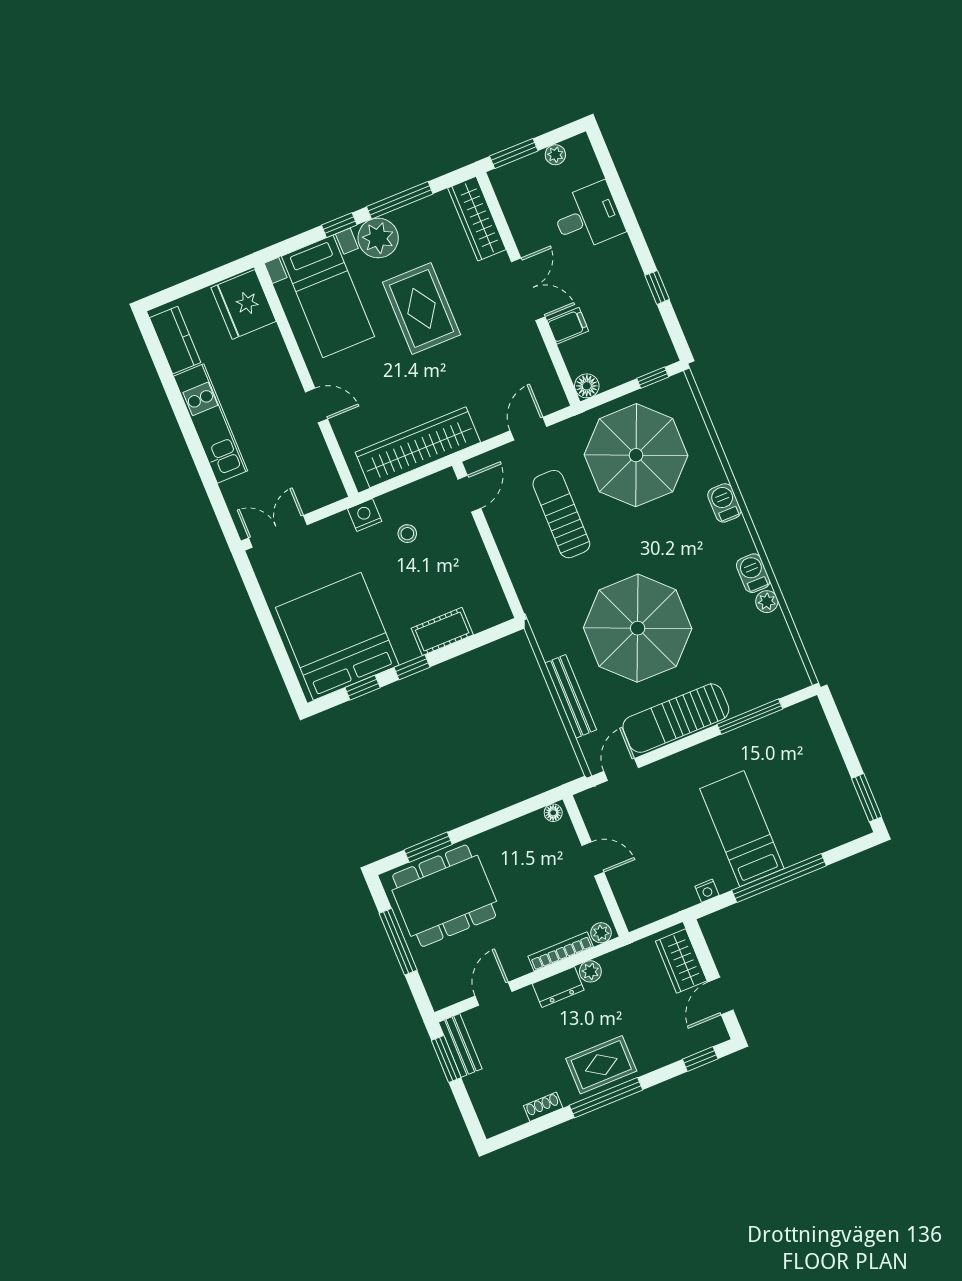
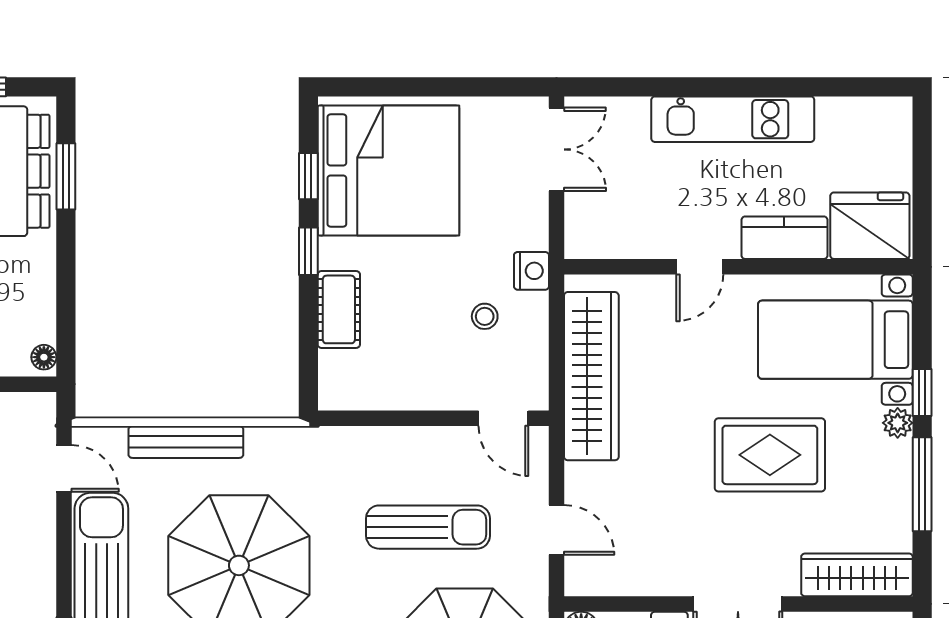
plant: (378, 238) -> (898, 423), width x0.53, depth x0.53
kitchen counter: (175, 340) -> (784, 238), moved, turned 180

